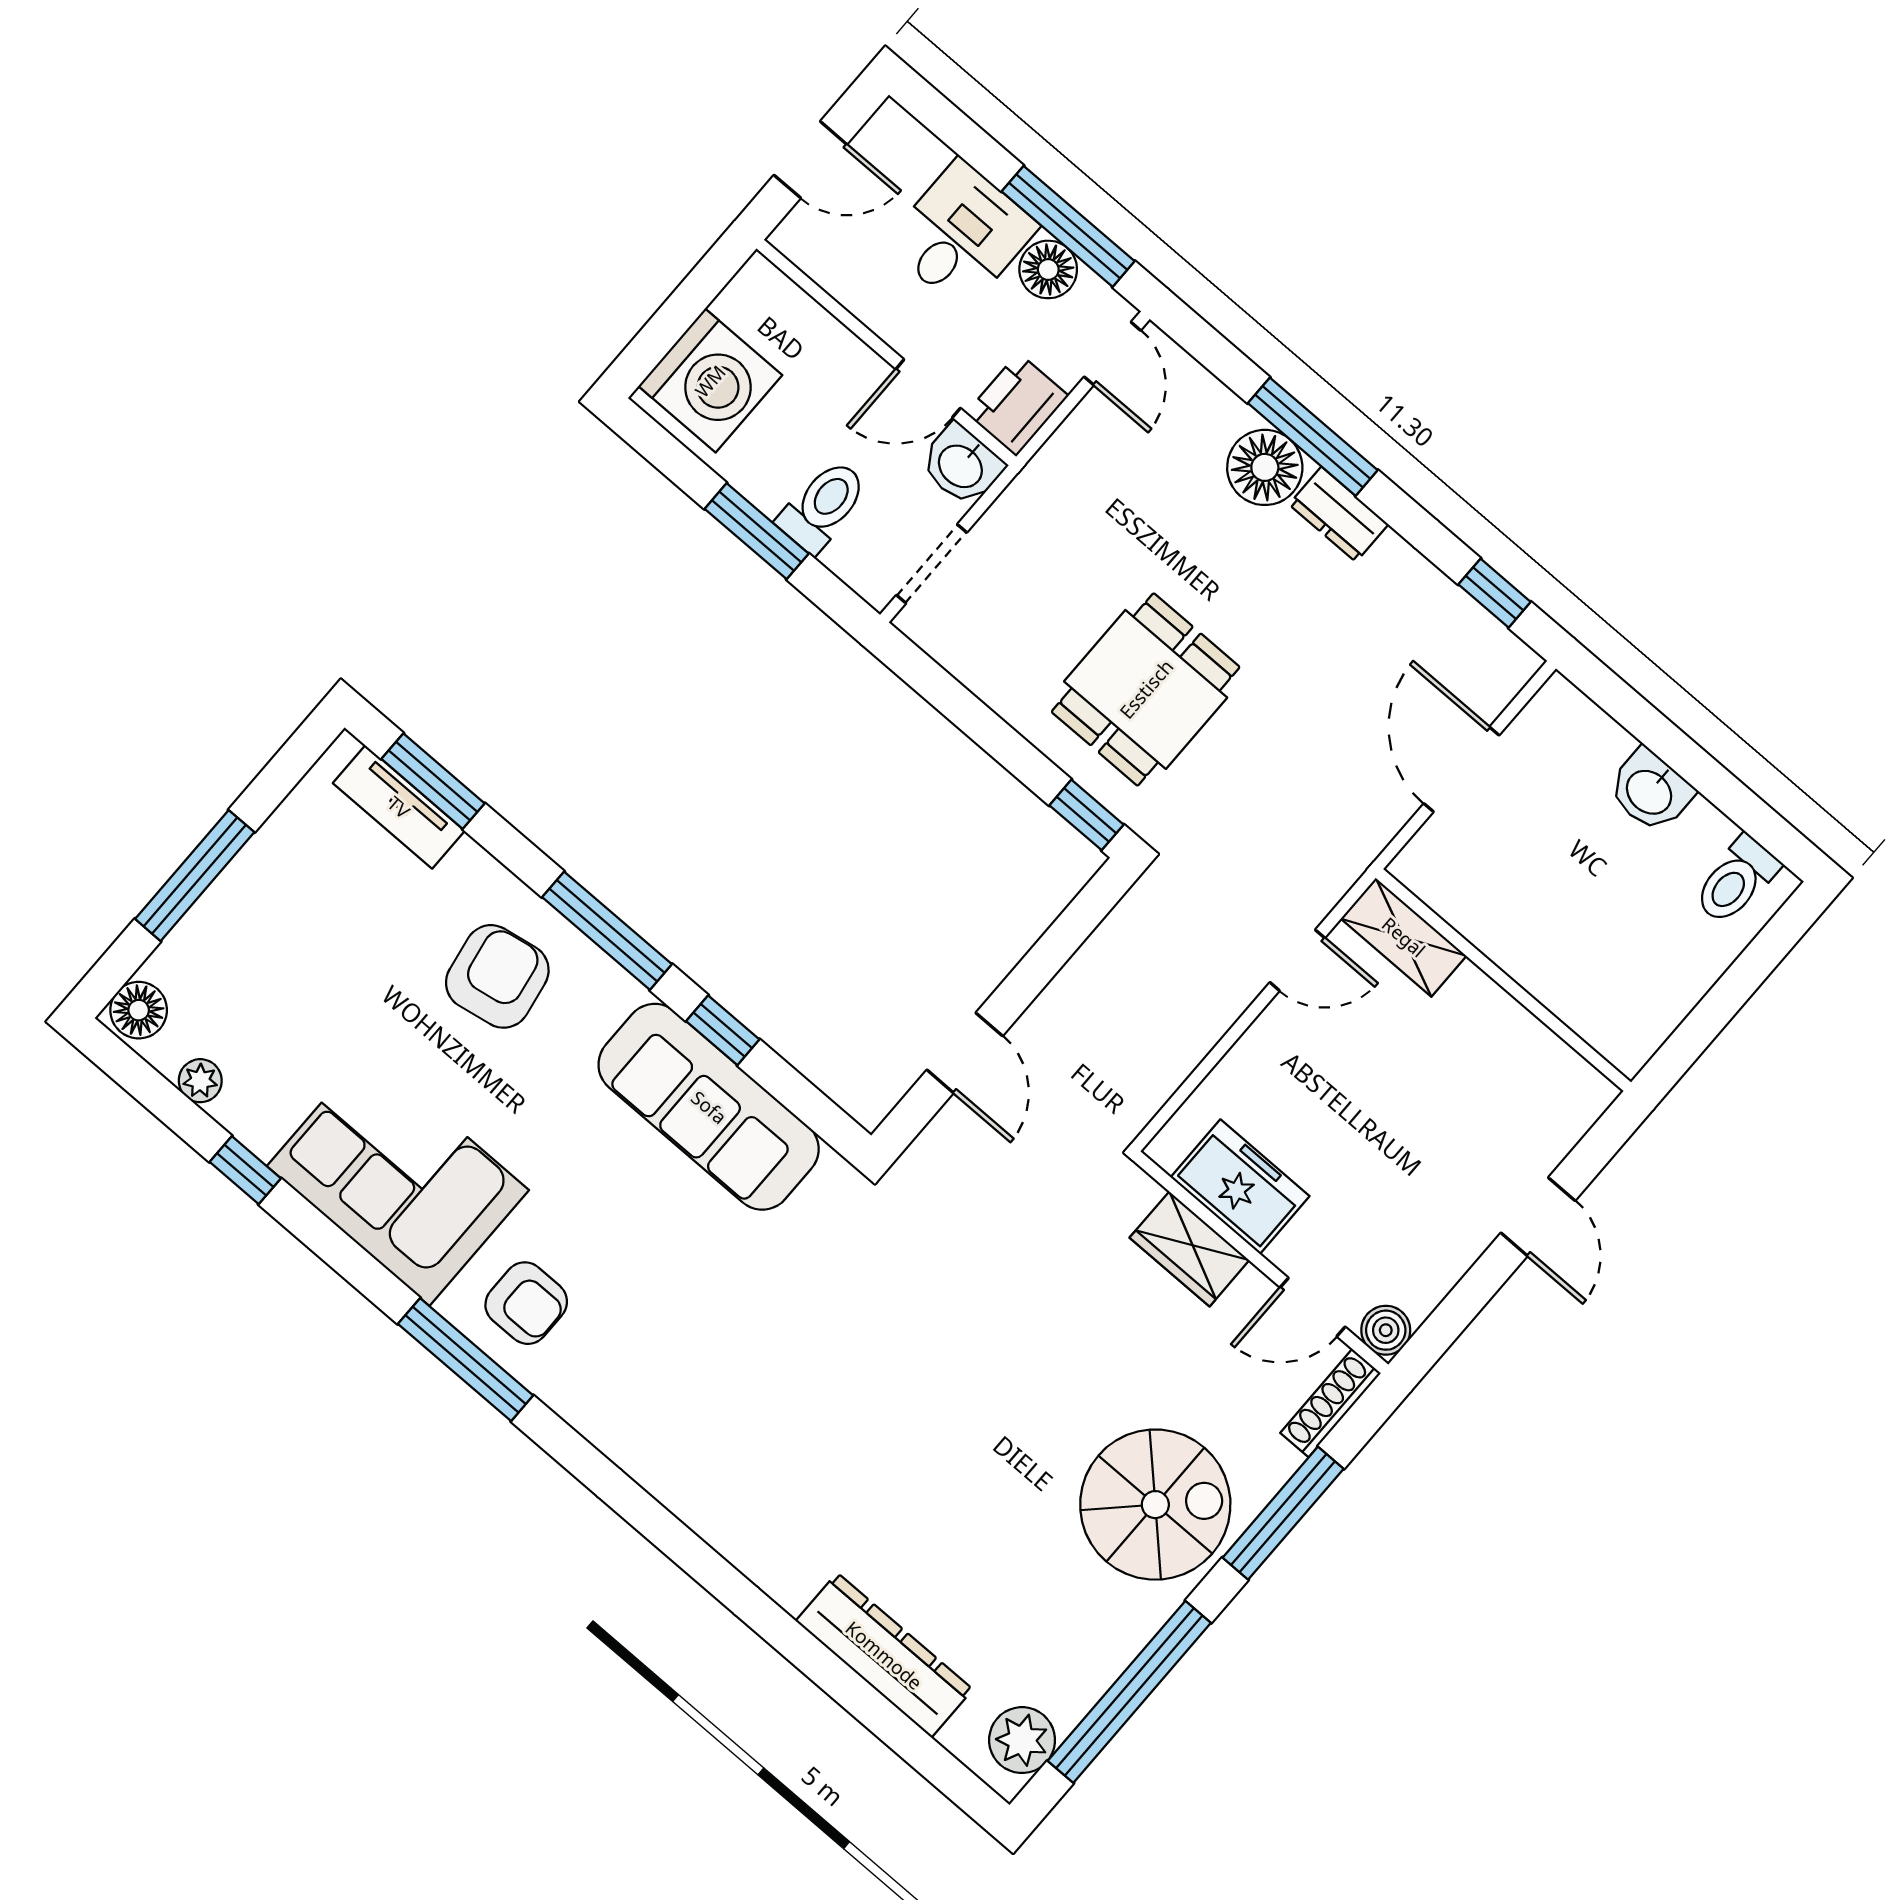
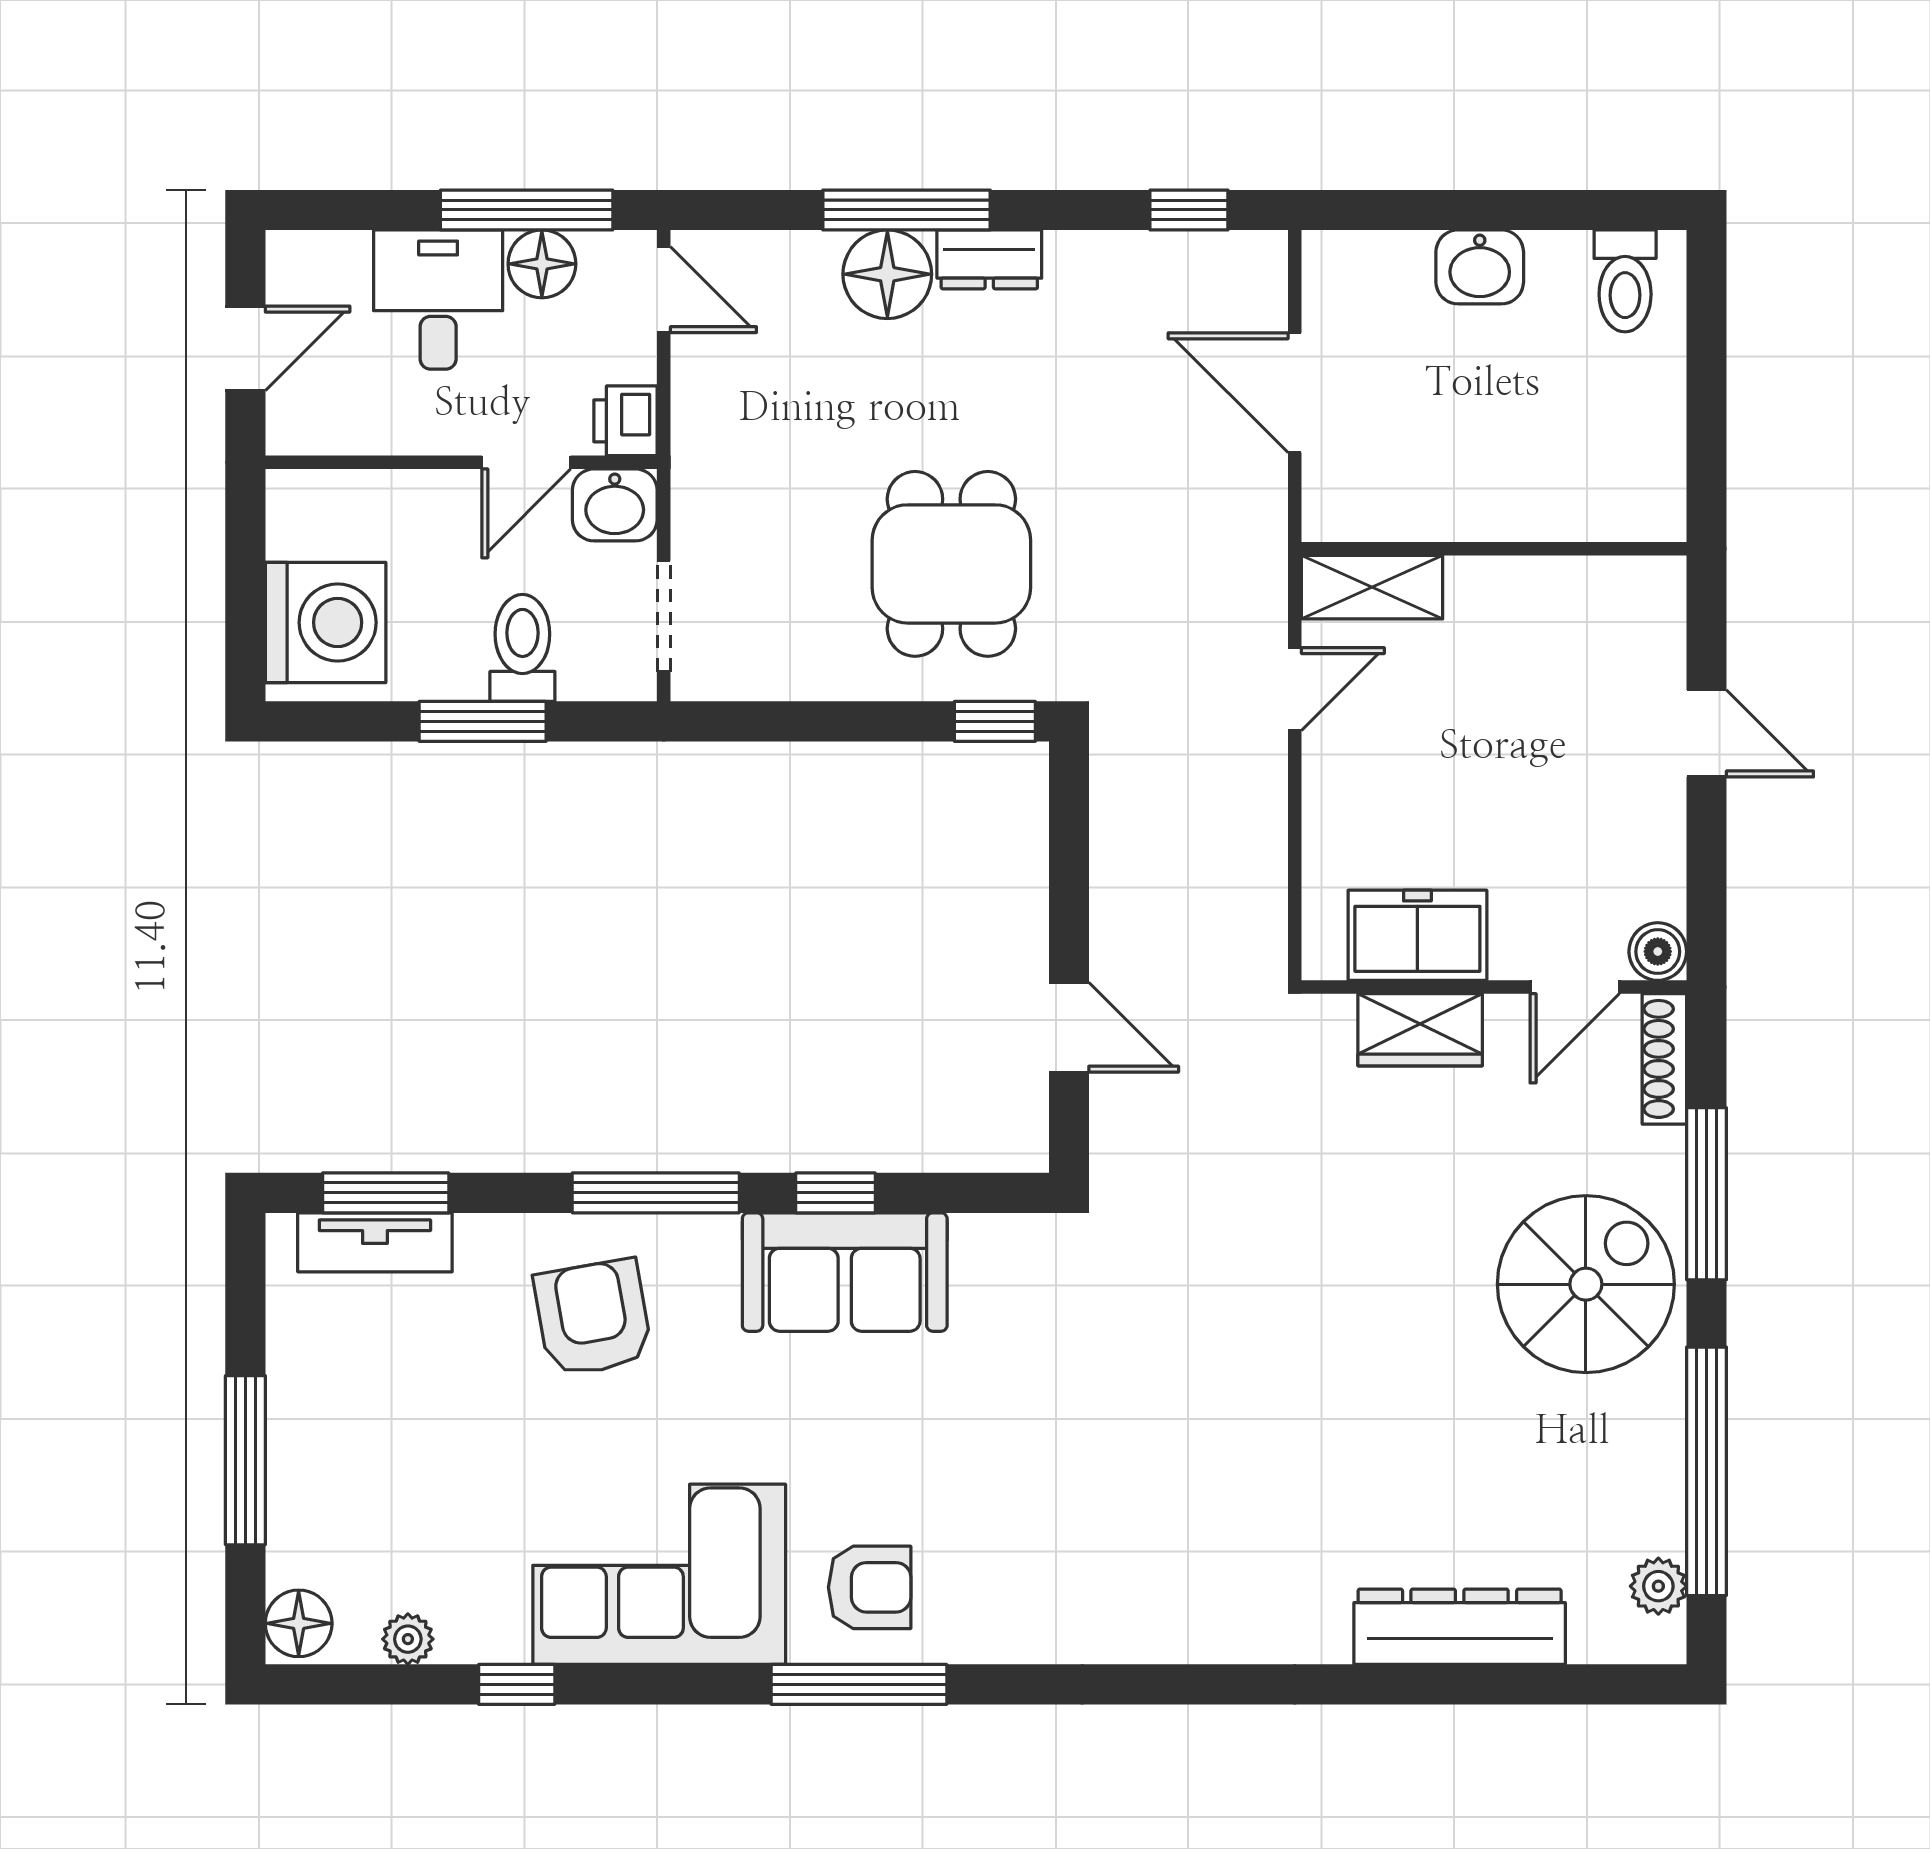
printer: (1017, 404) -> (625, 421), width x0.73, depth x0.81
sofa: (709, 1107) -> (845, 1272), width x0.73
plant: (1022, 1740) -> (1658, 1586), width x0.73, depth x0.73

